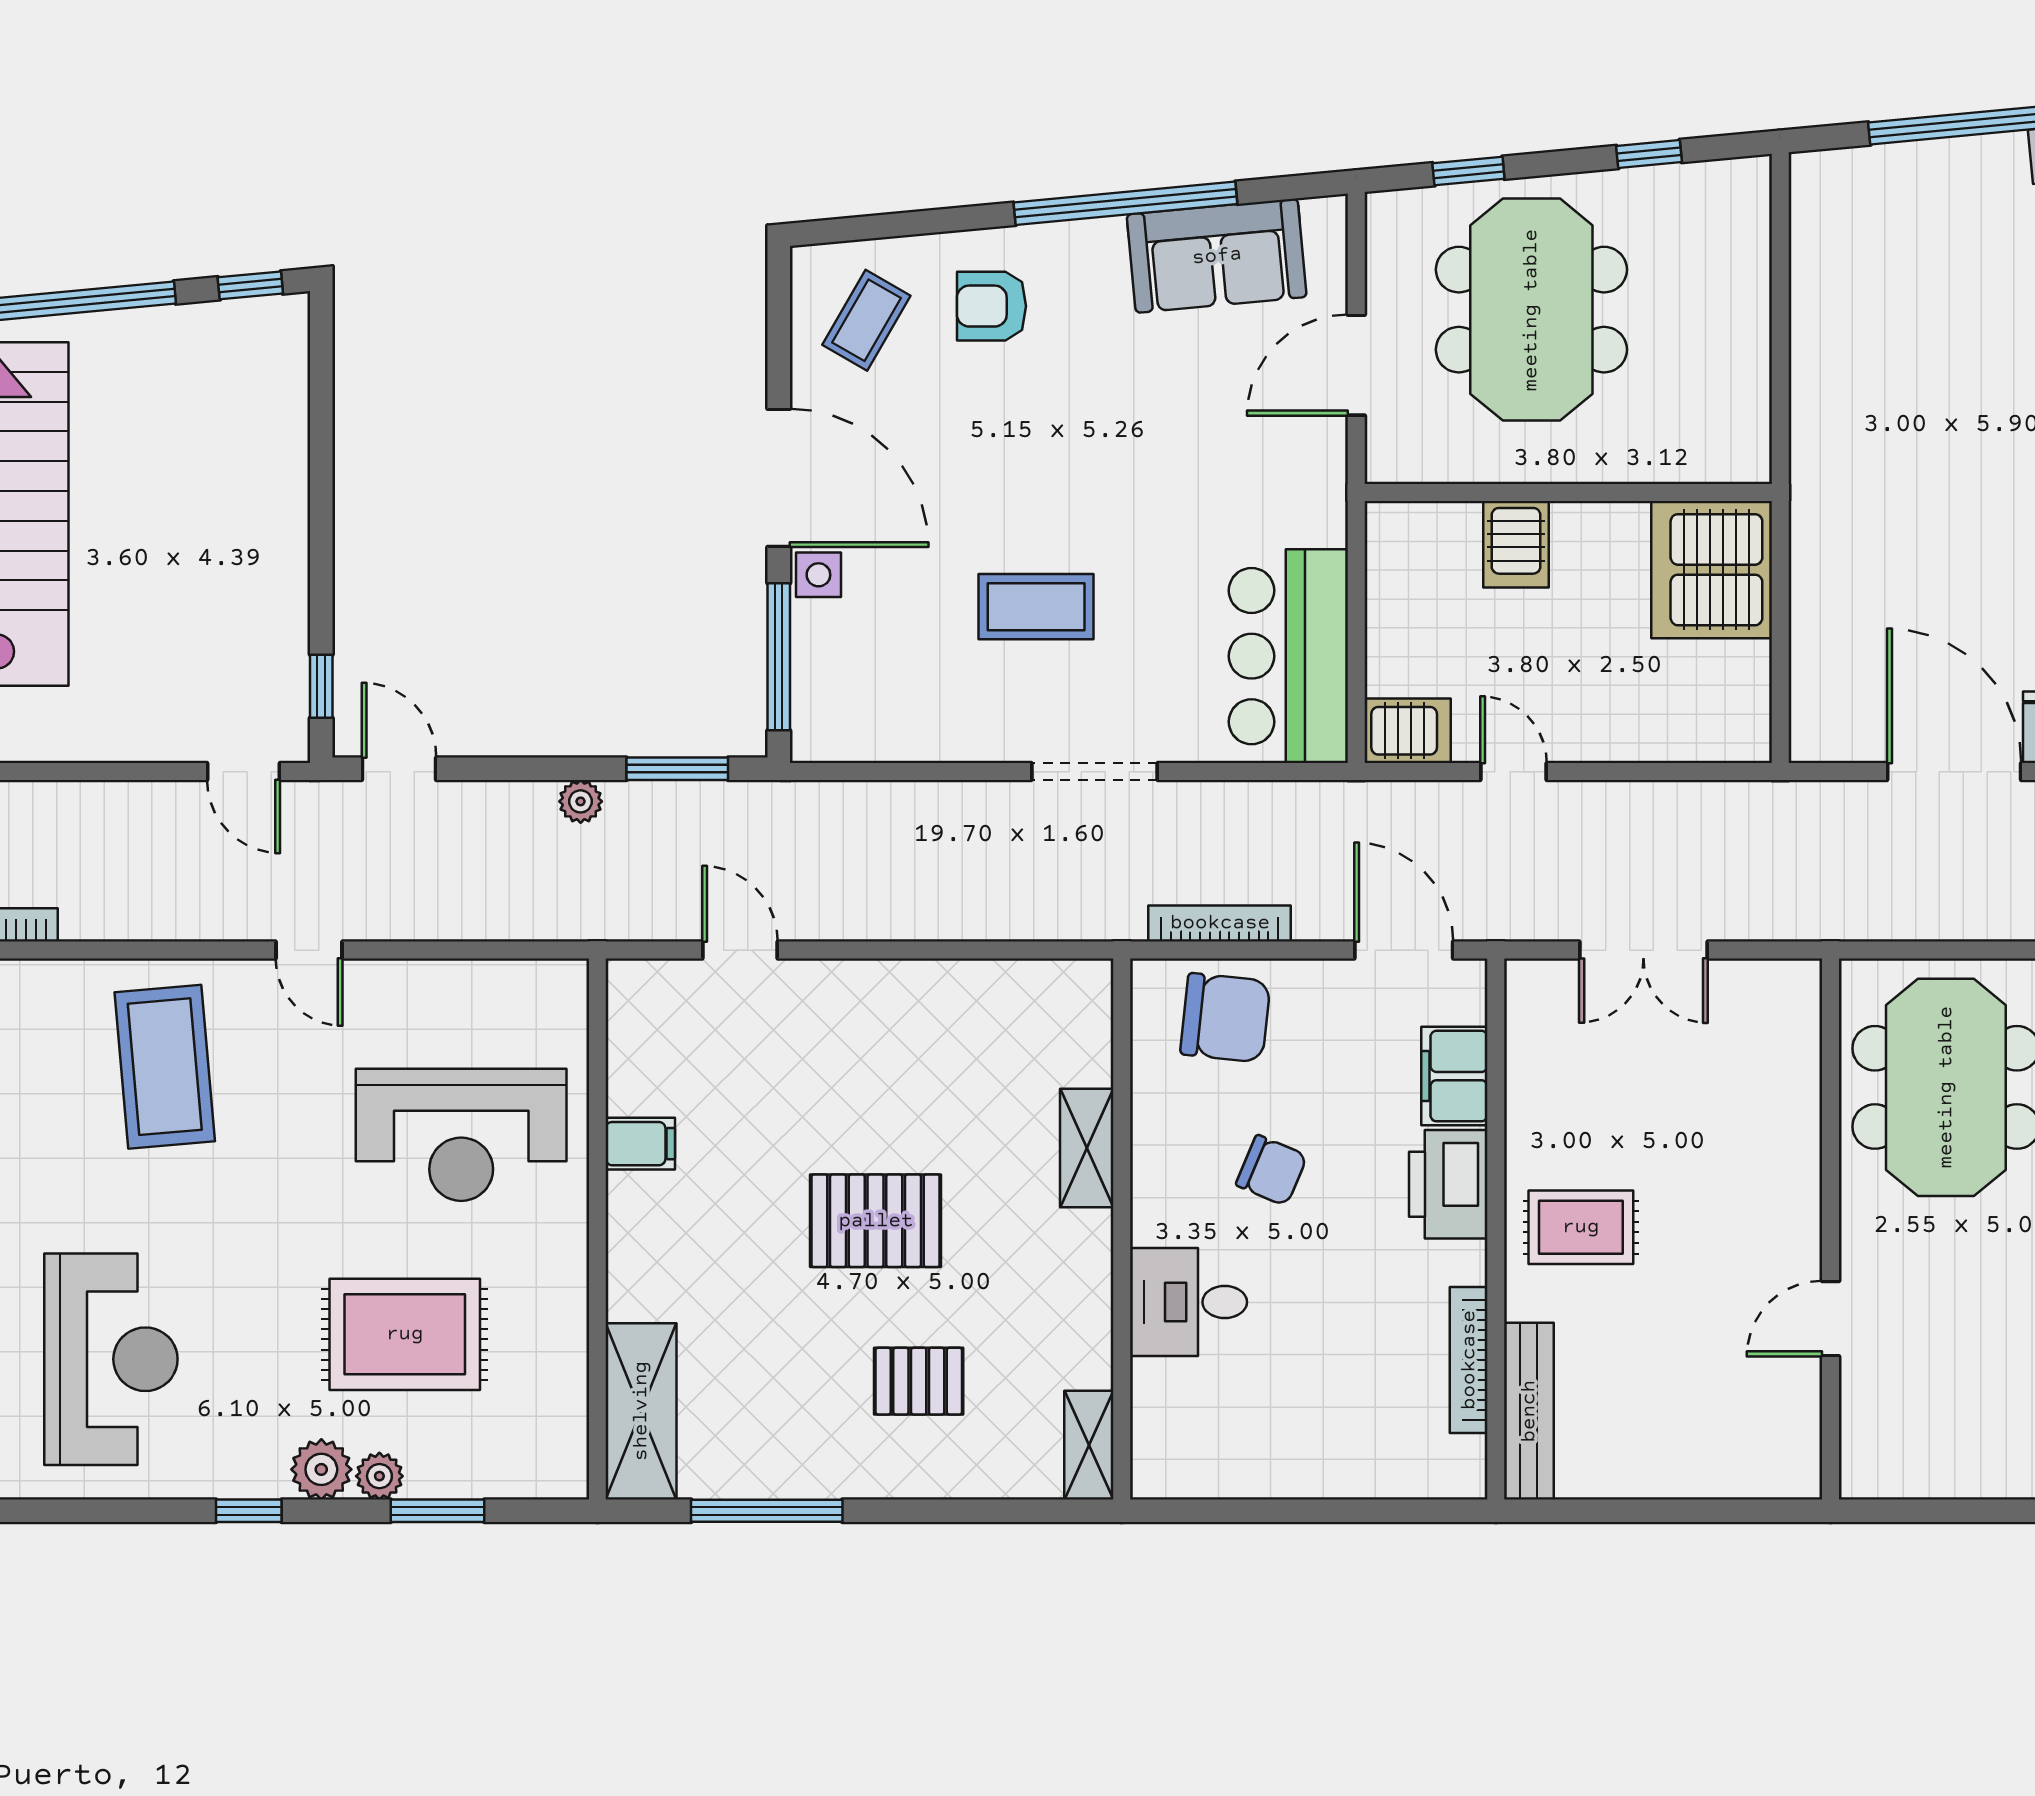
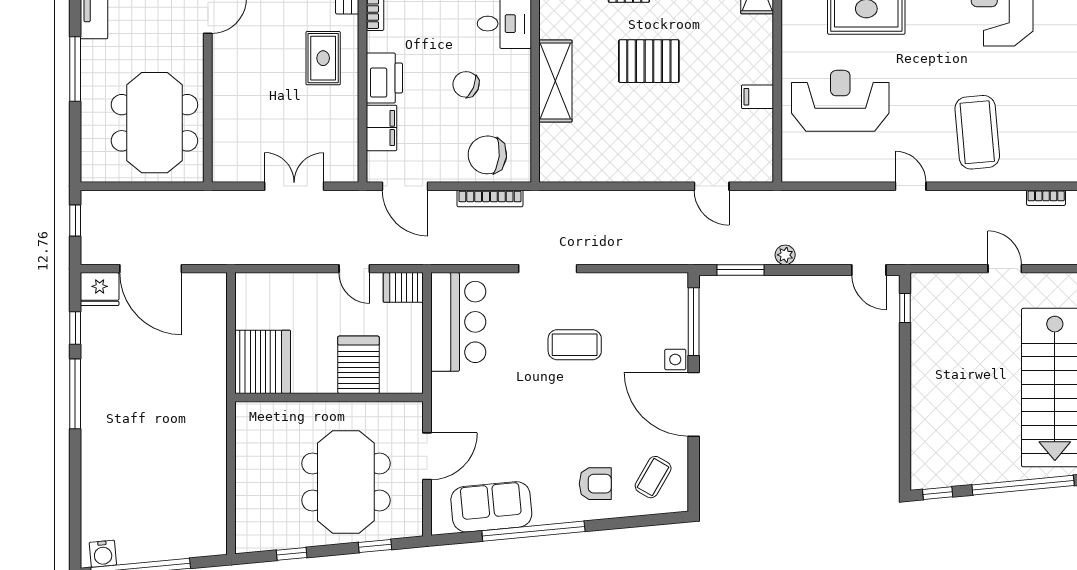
server rack: (1516, 544) -> (359, 365), width x1.36, depth x1.44
door: (244, 772) -> (1005, 269), moved
shelving: (1087, 1148) -> (555, 81), width x1.50, depth x1.33
rug: (1581, 1227) -> (323, 58), turned 90

